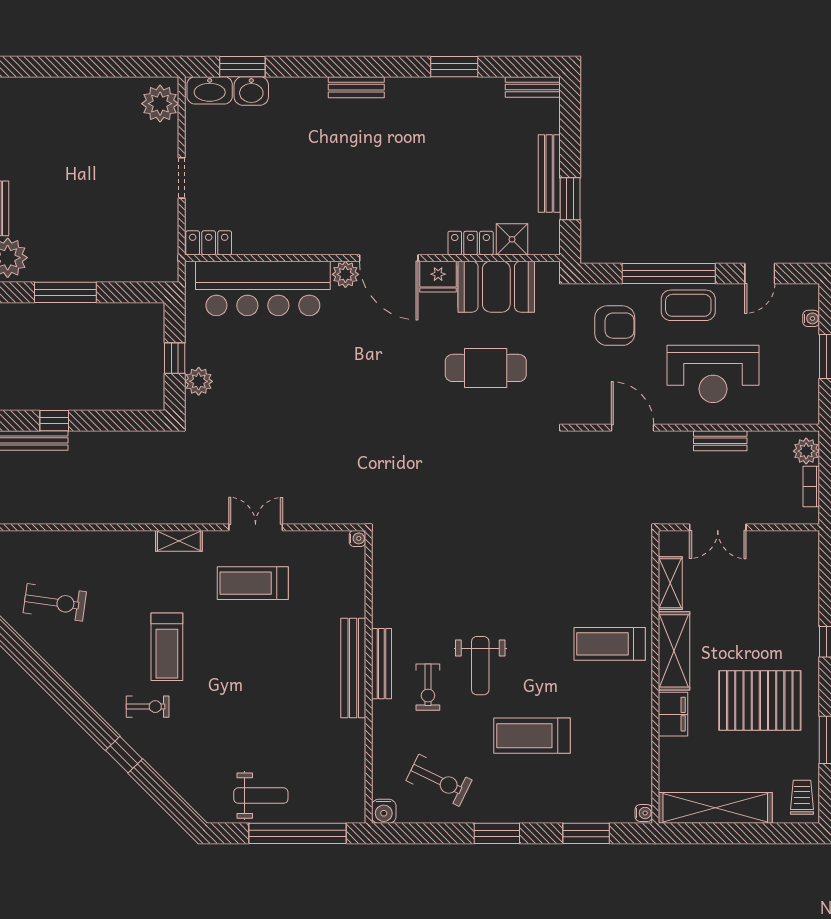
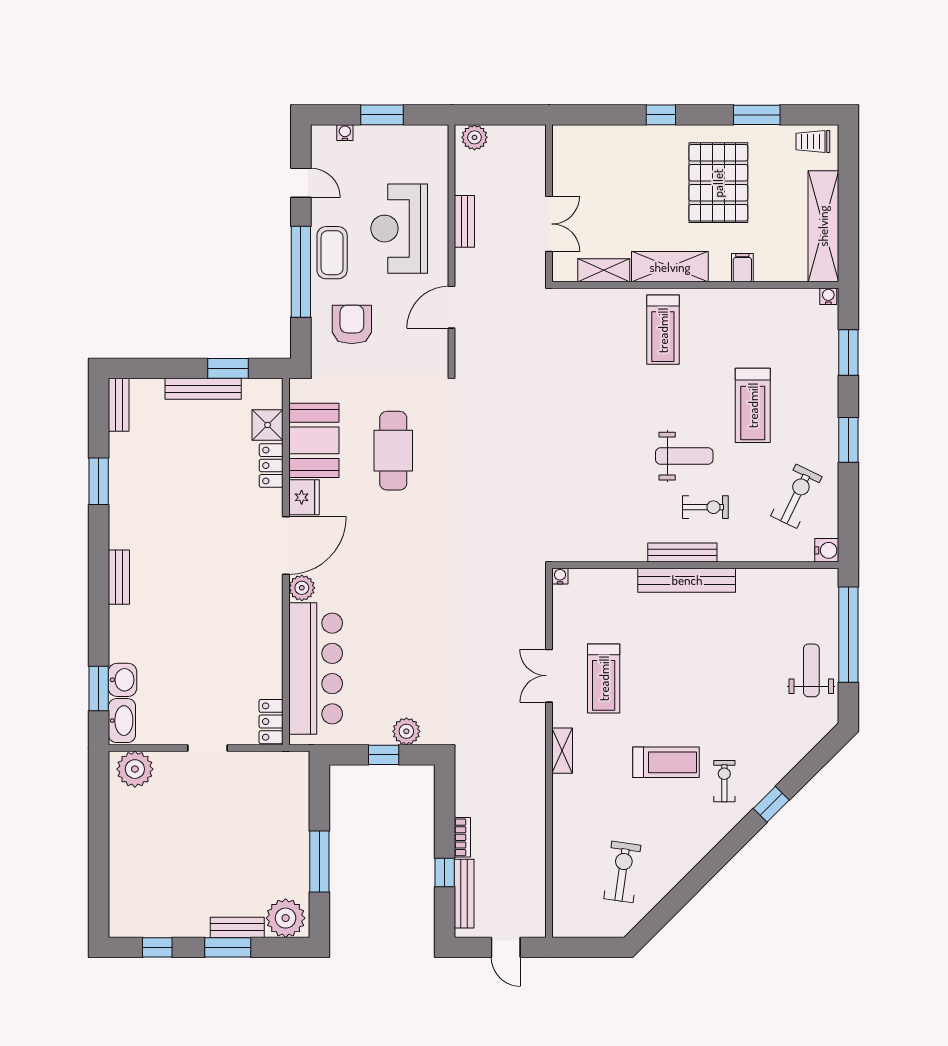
reception desk: (713, 374) -> (399, 229), turned 180
bookcase: (811, 486) -> (462, 837), moved, turned -90
filing cabinet: (673, 714) -> (742, 268), width x0.50

